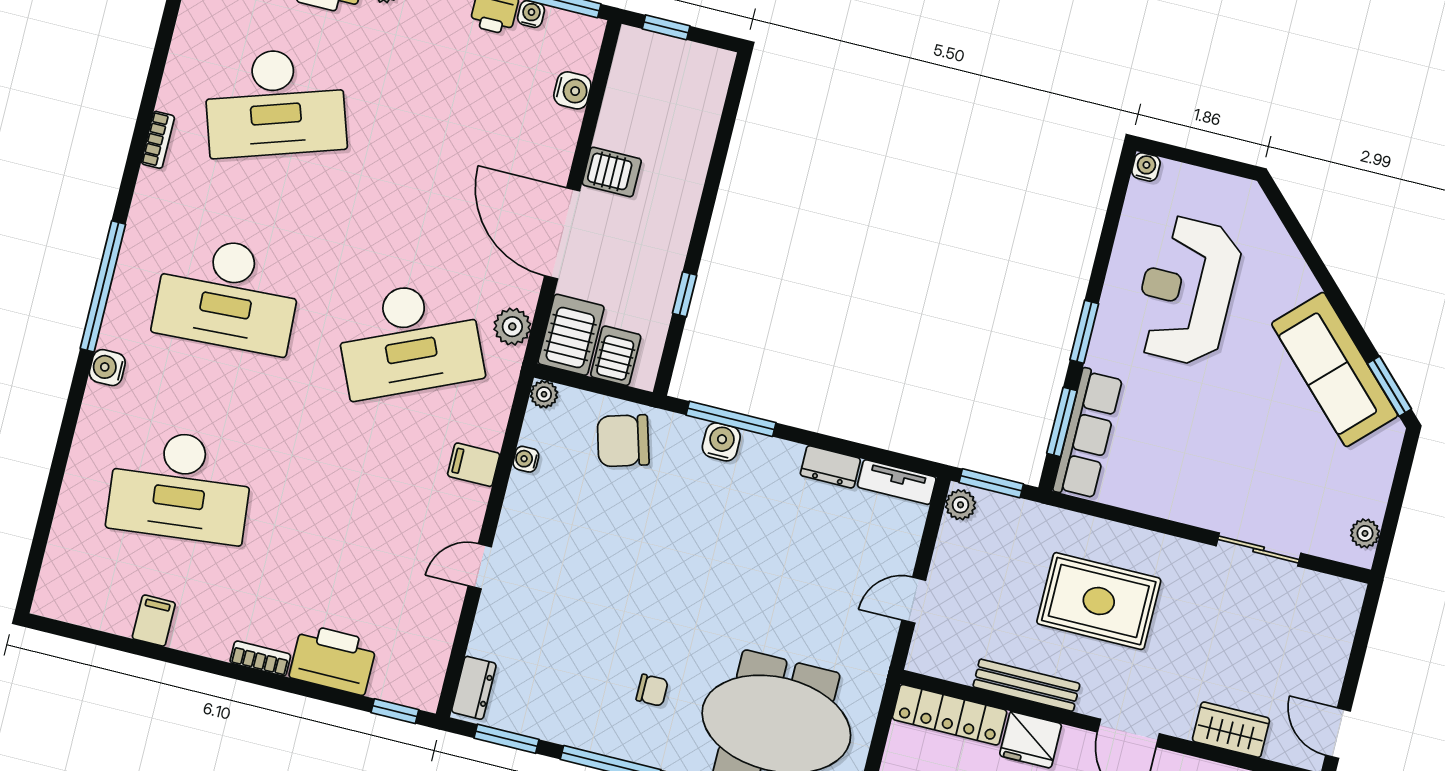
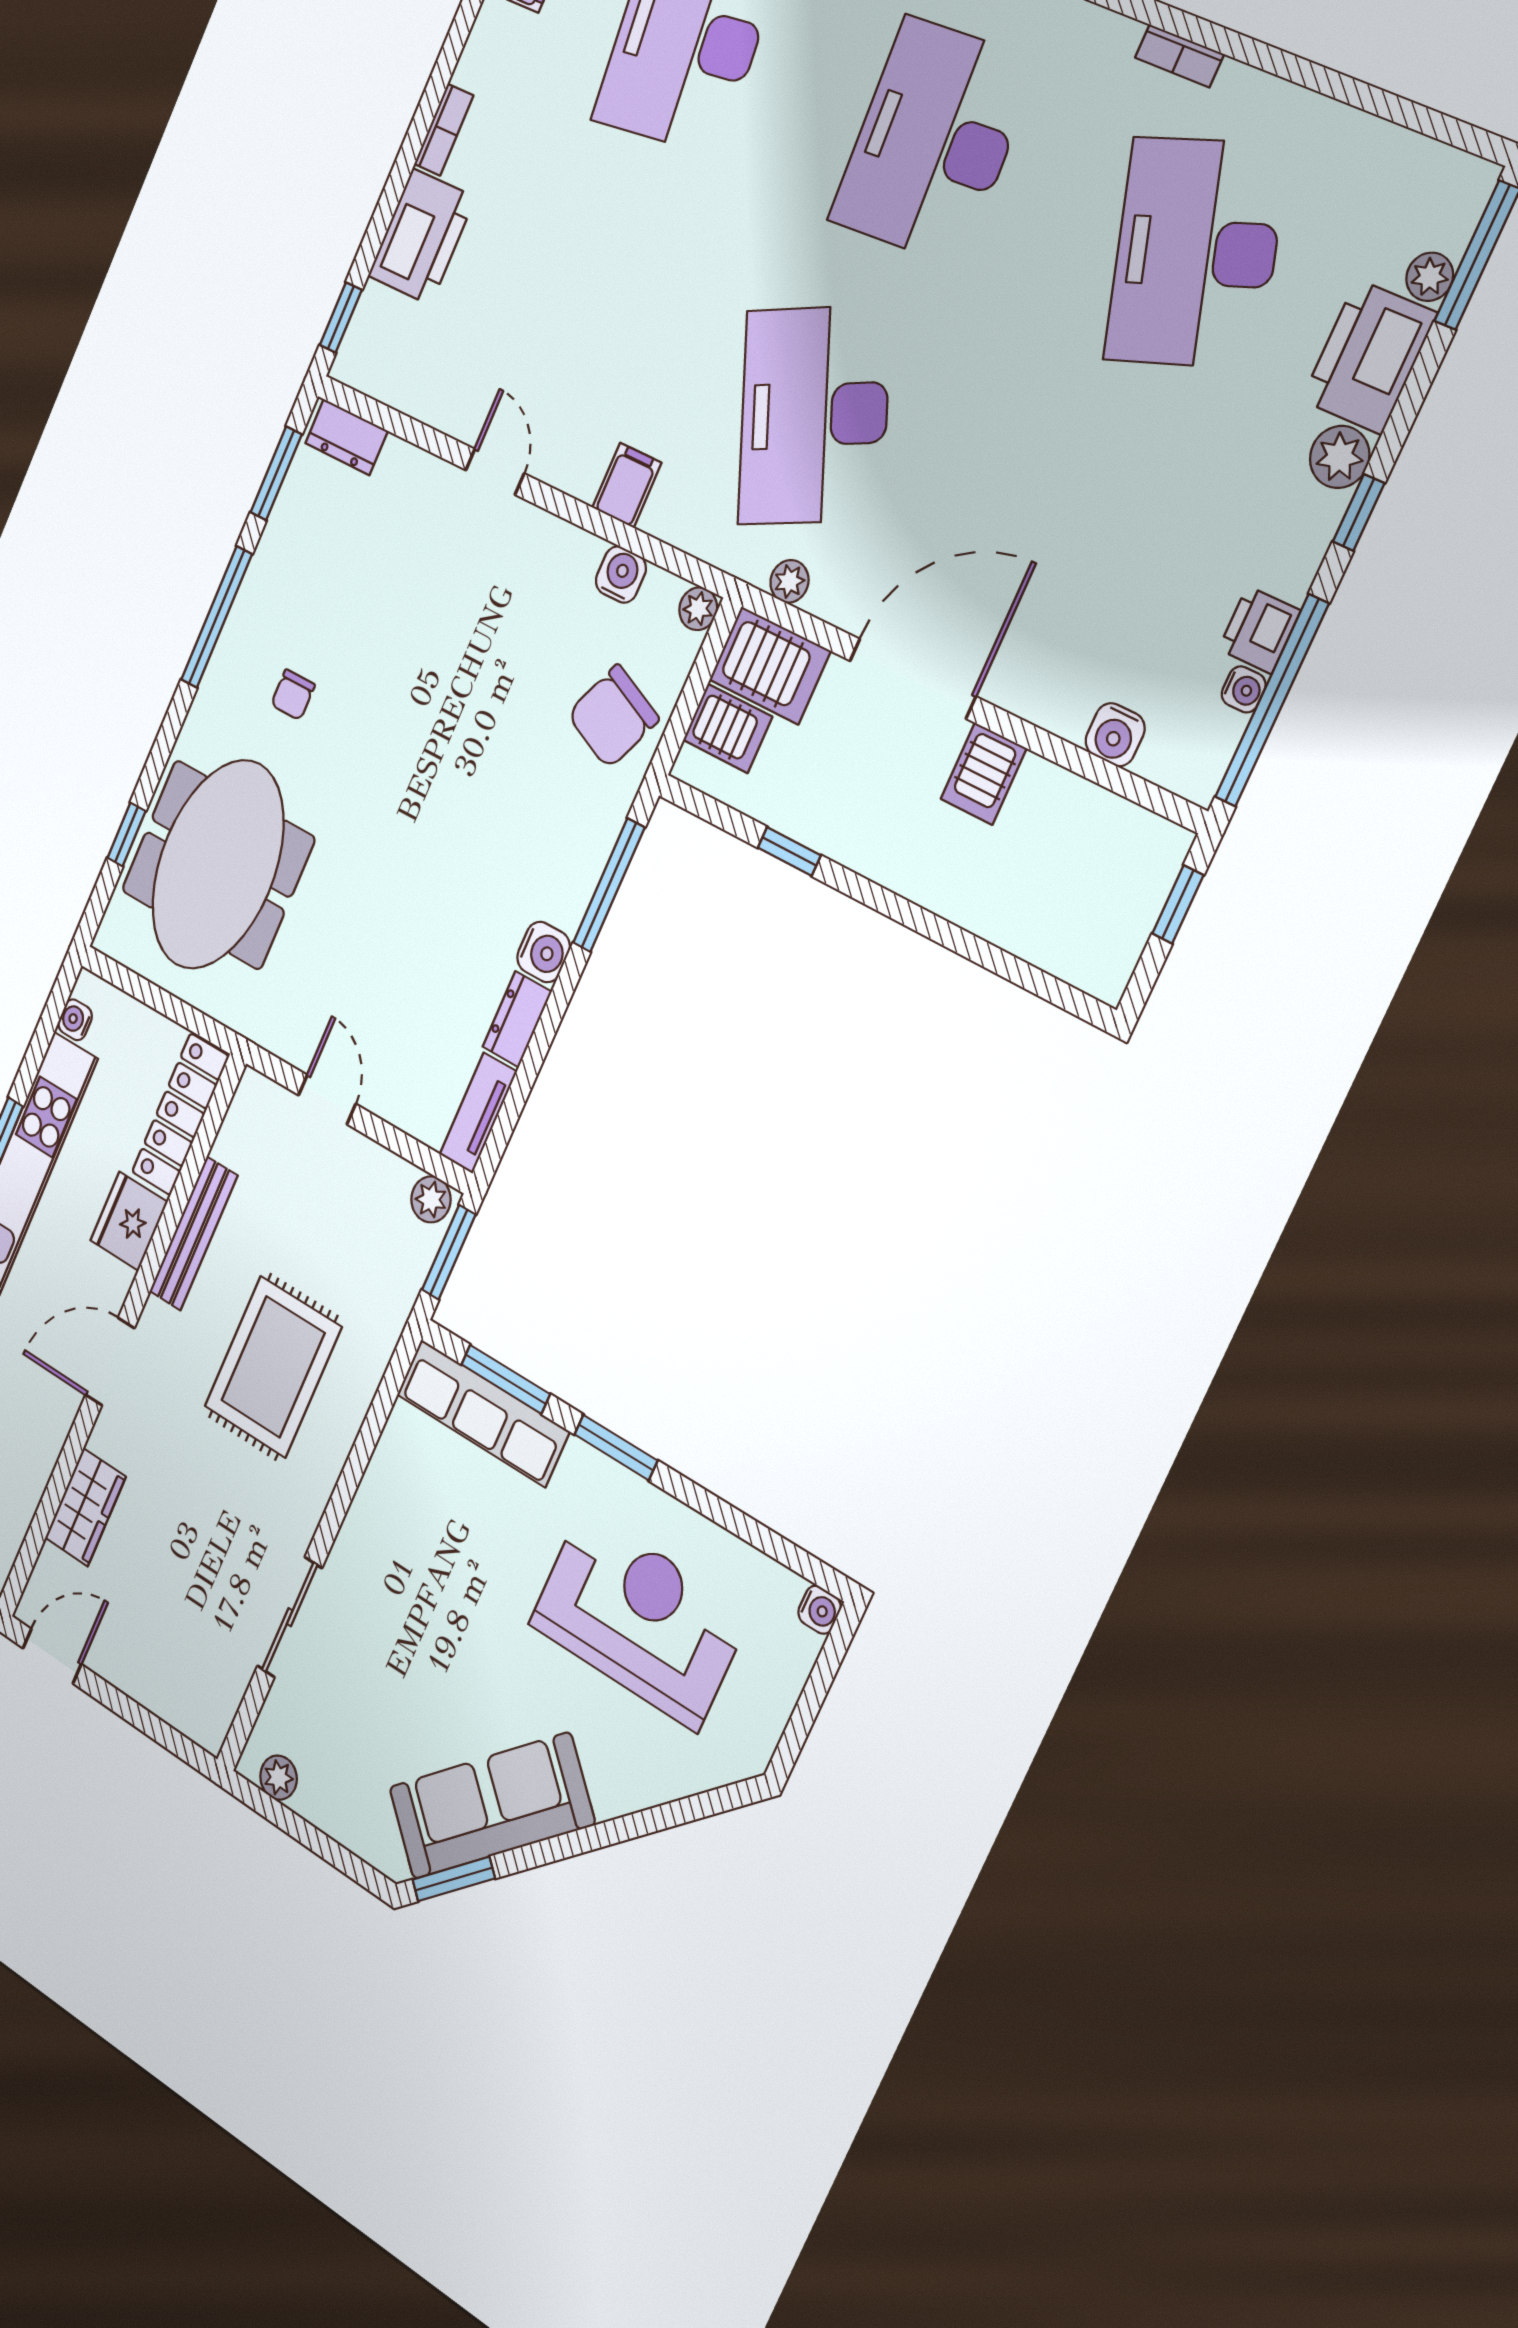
plant: (512, 327) -> (789, 581), width x0.73, depth x0.73
chair: (623, 441) -> (613, 717), turned -140
water cooler: (721, 442) -> (544, 952), moved
water cooler: (526, 459) -> (621, 575), width x1.38, depth x1.38

